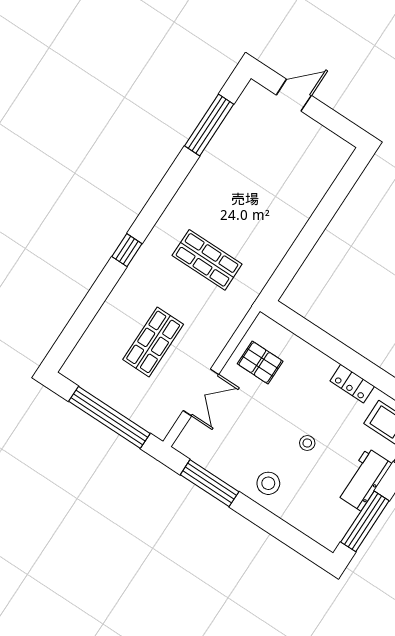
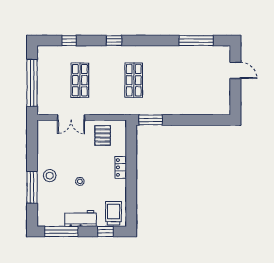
window: (284, 274) -> (151, 120), added
window: (82, 319) -> (69, 41), added
shop shelf: (153, 342) -> (80, 80), turned 90
locker: (352, 384) -> (121, 167), moved
window: (210, 483) -> (32, 187), moved

